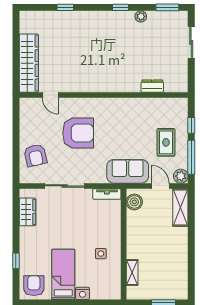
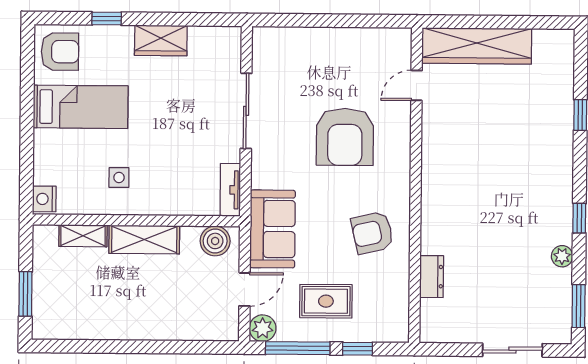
armchair: (35, 155) -> (372, 233), moved
shelving: (180, 207) -> (144, 240), moved
wardrobe: (27, 212) -> (161, 40), moved
nightstand: (83, 293) -> (44, 199), moved

